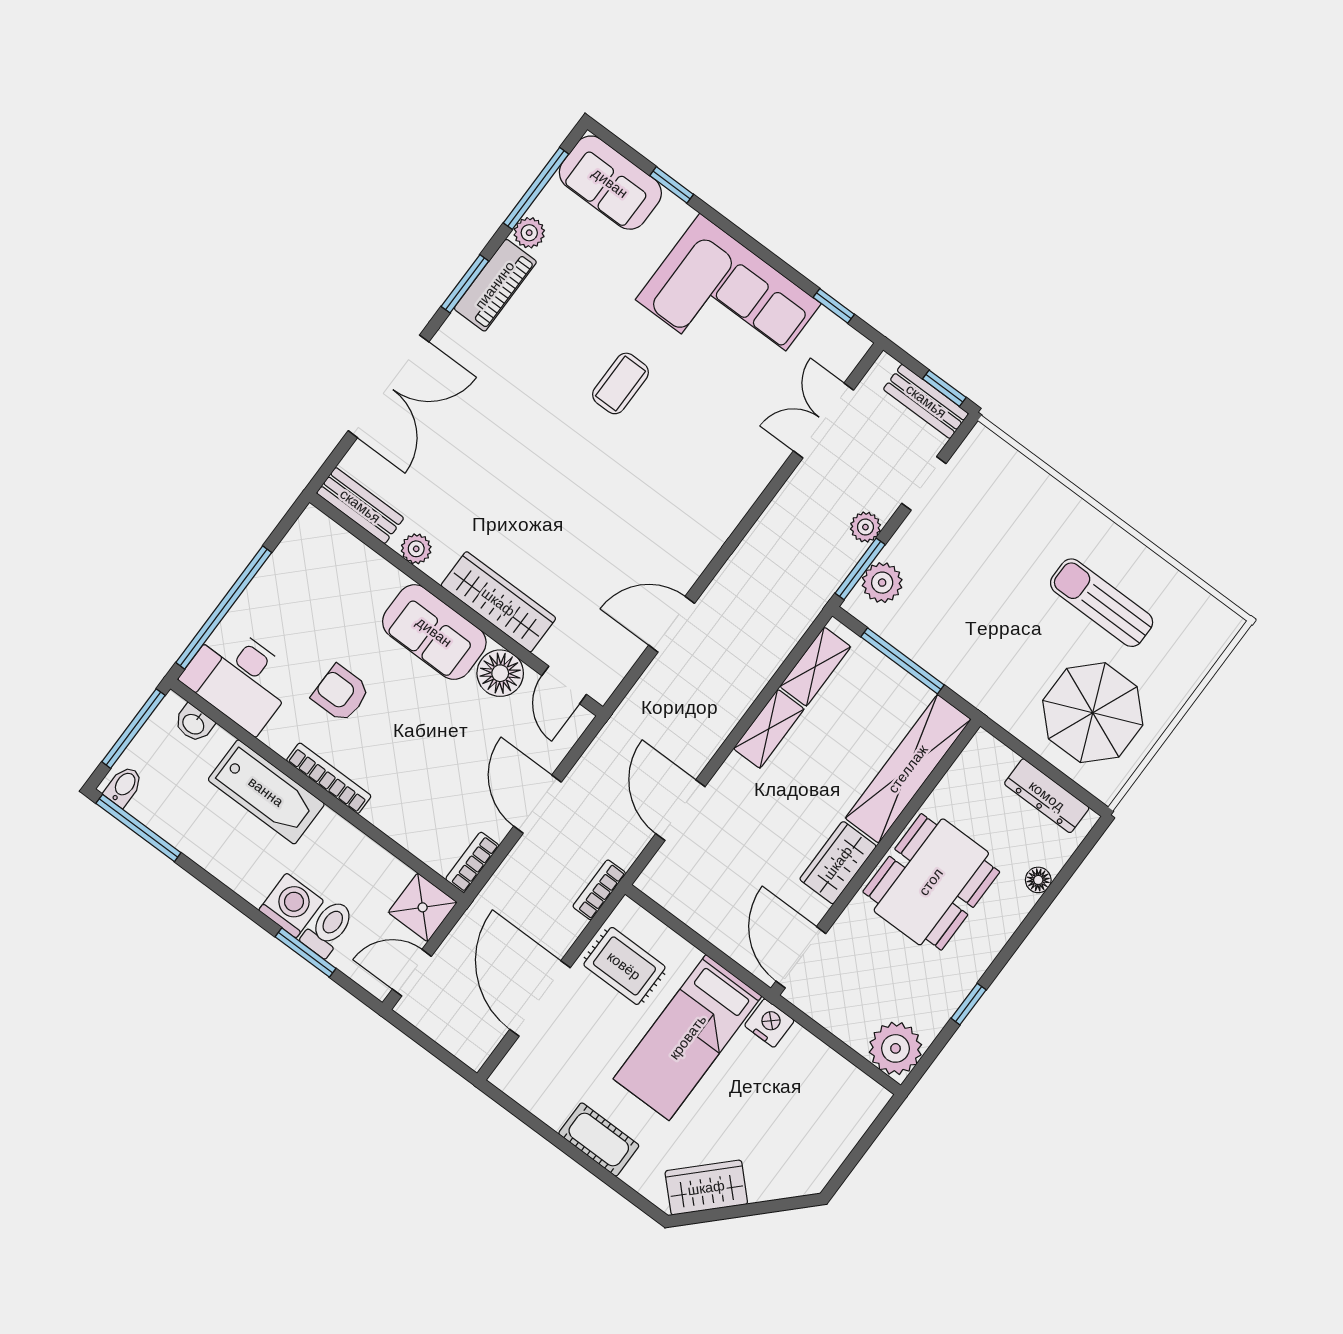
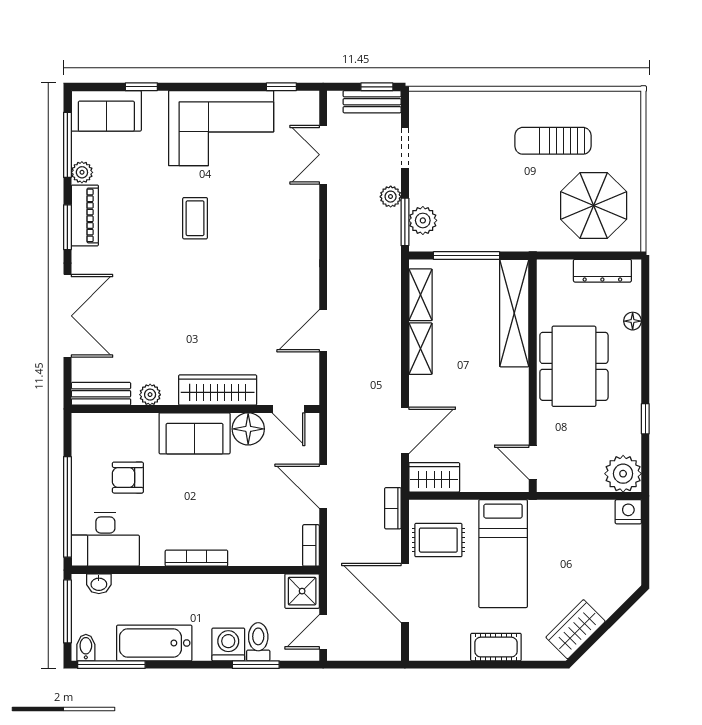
armchair: (341, 693) -> (128, 478), moved
bathtub: (266, 792) -> (154, 643), moved, turned 180
door: (680, 810) -> (405, 430), swing flipped
wardrobe: (838, 863) -> (434, 477), moved, turned 90
door: (801, 957) -> (533, 462), width x0.73
nightstand: (769, 1023) -> (628, 512), moved

